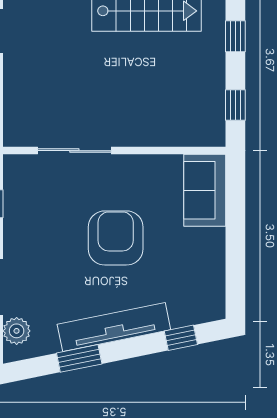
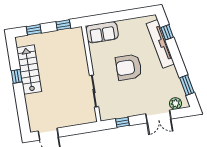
tv unit: (114, 327) -> (160, 44), moved
window: (79, 358) -> (187, 85), moved

